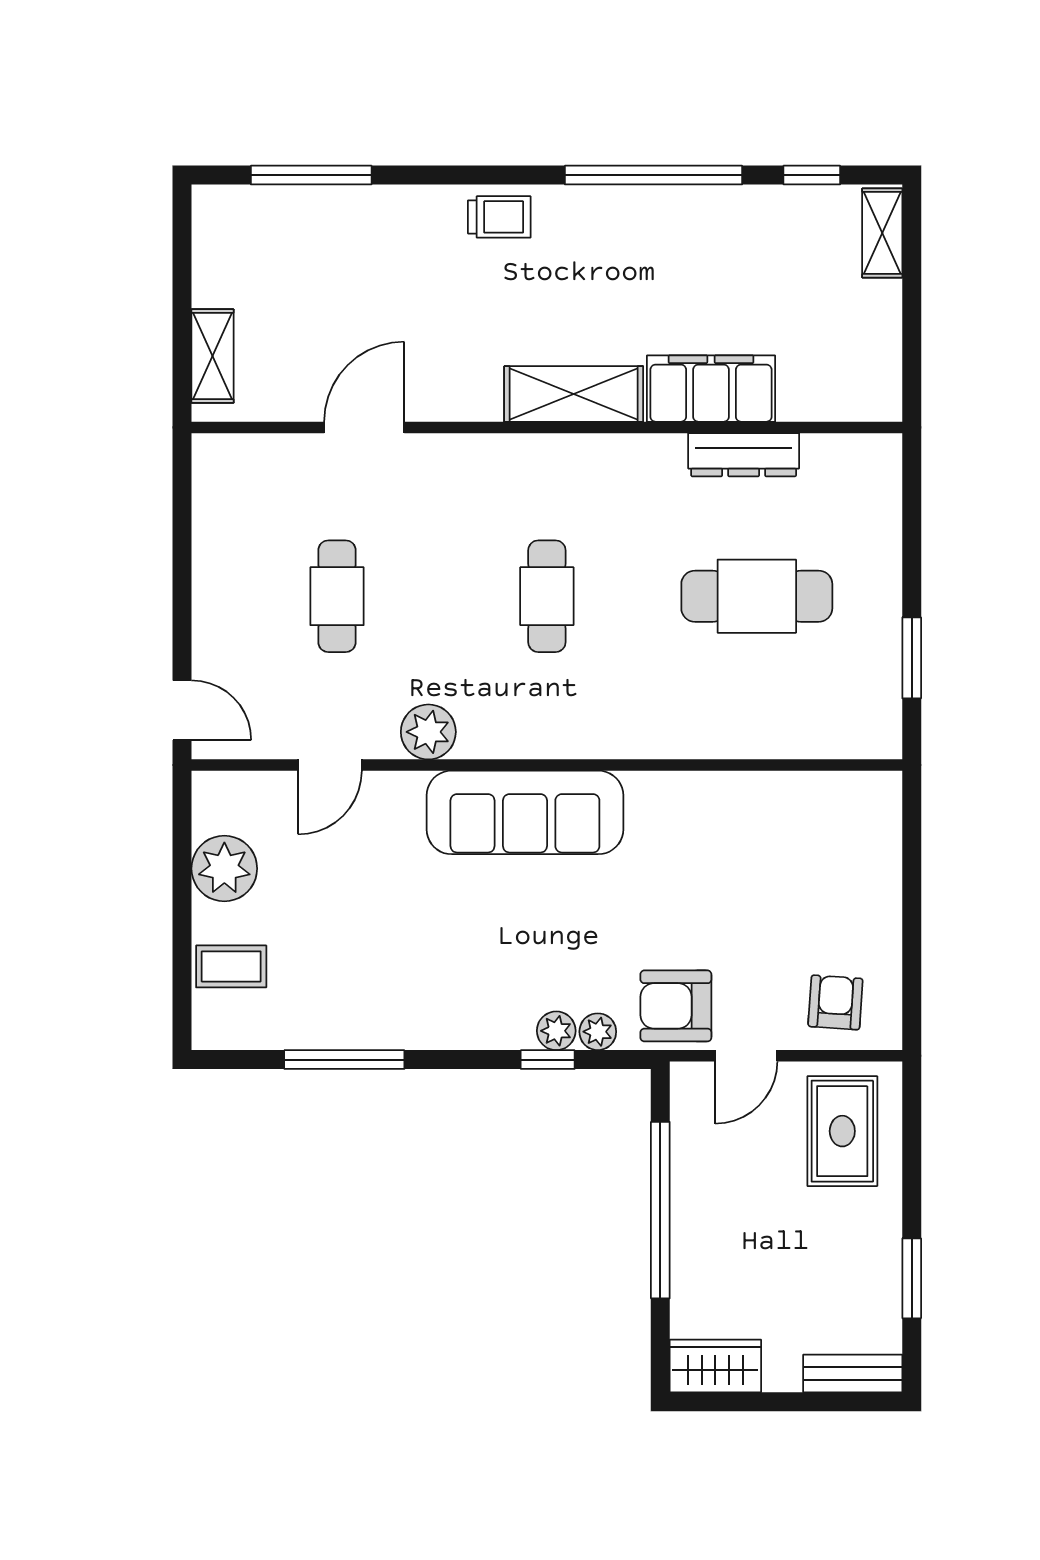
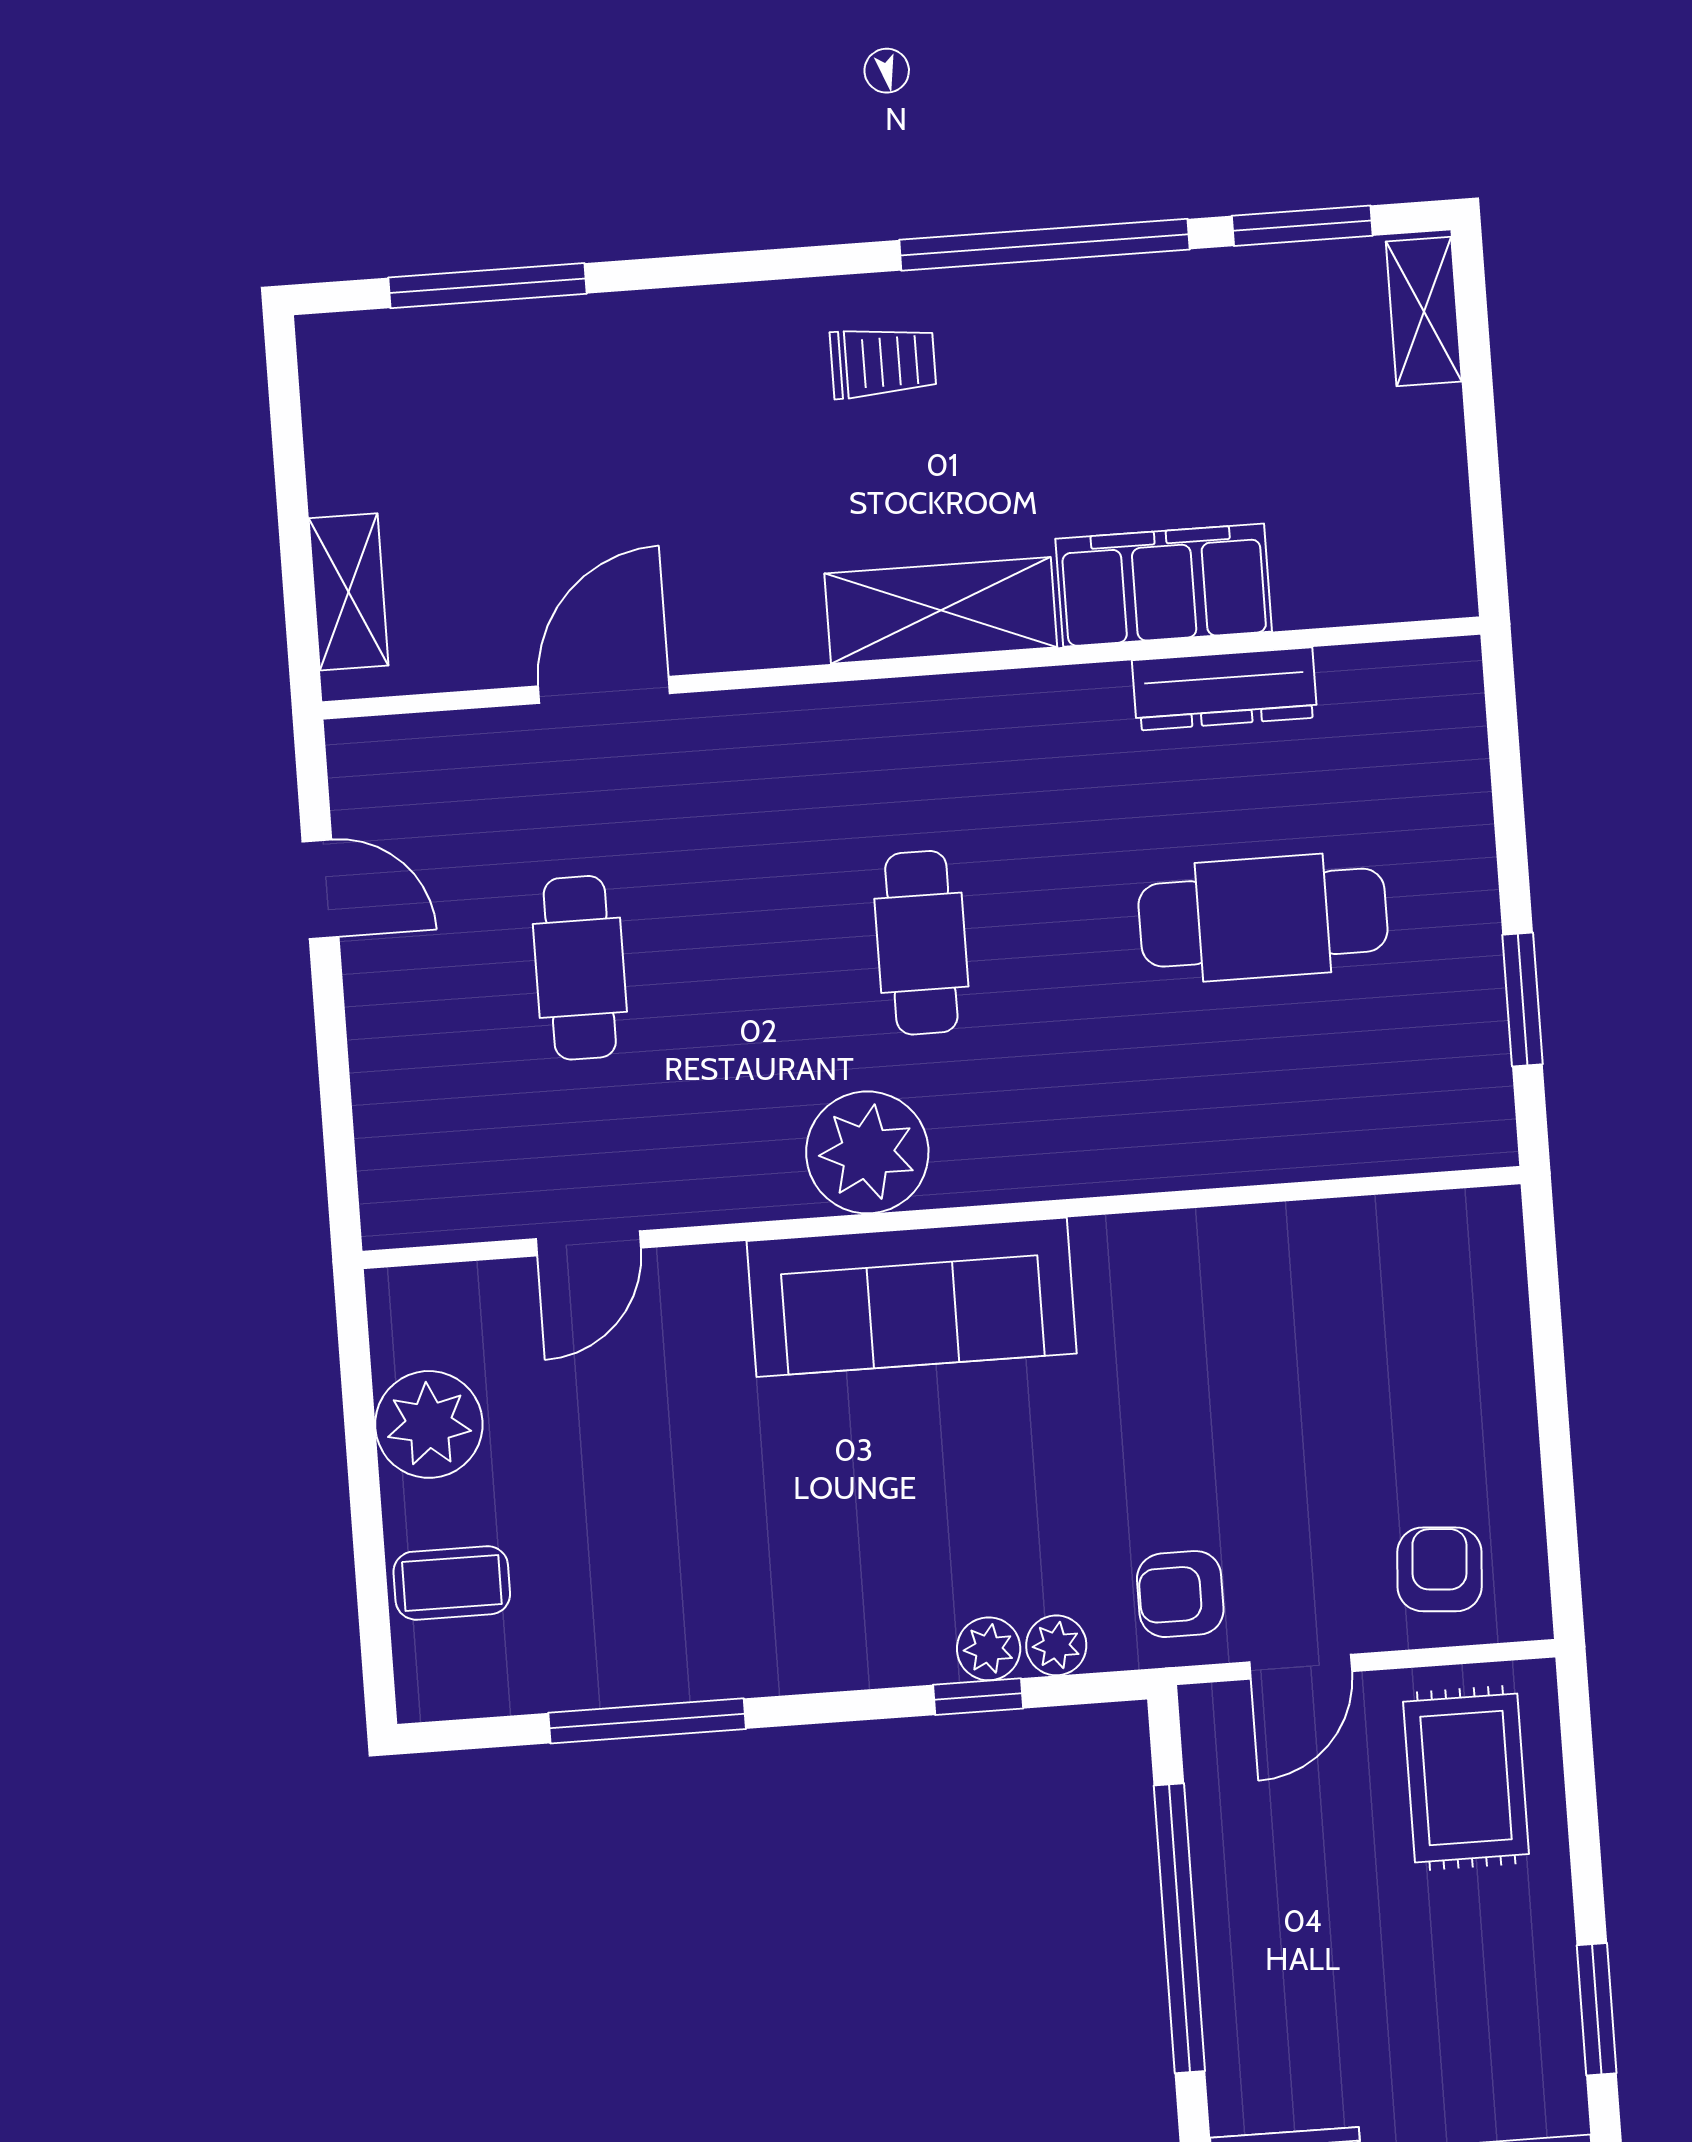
window: (812, 175) -> (1302, 226), width x1.50
trolley: (499, 217) -> (883, 362), moved
door: (182, 710) -> (320, 889), moved
plant: (428, 732) -> (867, 1152), moved, width x1.36, depth x1.36
armchair: (676, 1006) -> (1180, 1594), width x0.72, depth x0.72

